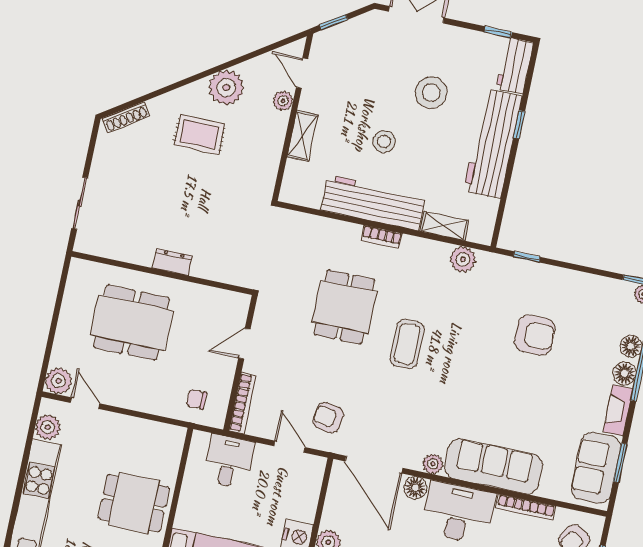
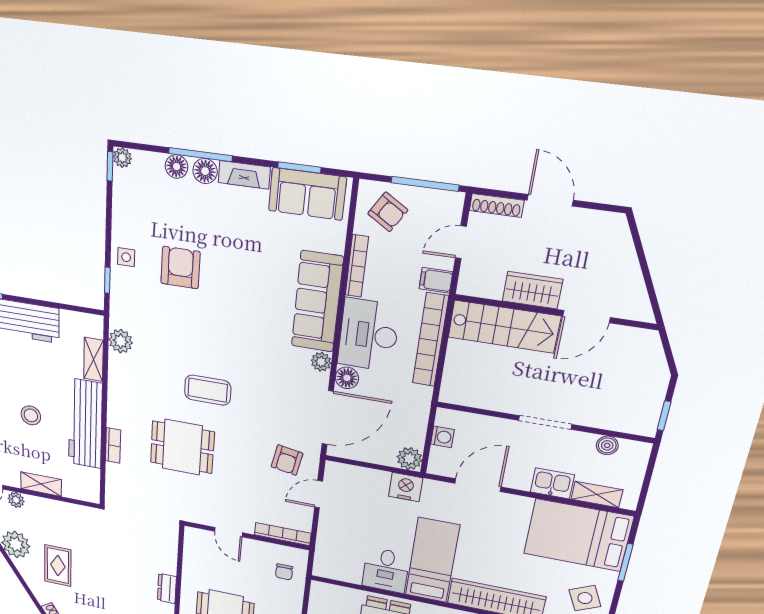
bookcase: (382, 237) -> (113, 445), moved
side table: (549, 281) -> (126, 257), added
desk: (229, 461) -> (386, 570), moved, turned -90

